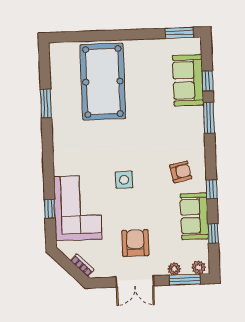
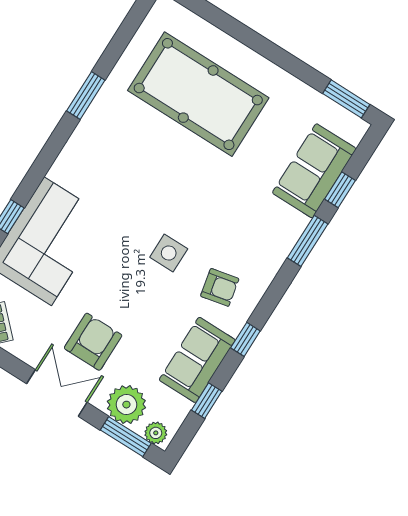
pool table: (103, 82) -> (198, 94), turned 90
window: (46, 103) -> (86, 95), moved
side table: (124, 180) -> (169, 253), moved
plant: (174, 269) -> (126, 405), width x1.87, depth x1.87
double door: (135, 281) -> (57, 393), swing flipped

